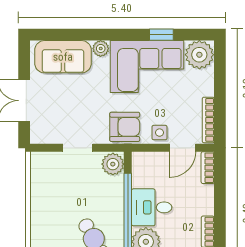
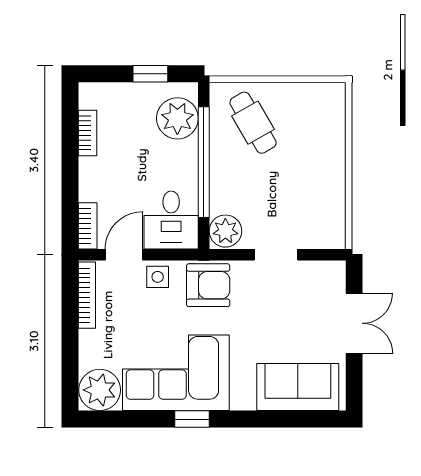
window: (161, 35) -> (192, 419), moved
plant: (101, 48) -> (243, 399), removed
armchair: (125, 127) -> (208, 285), turned 180
desk: (152, 207) -> (171, 220), moved, turned 90

